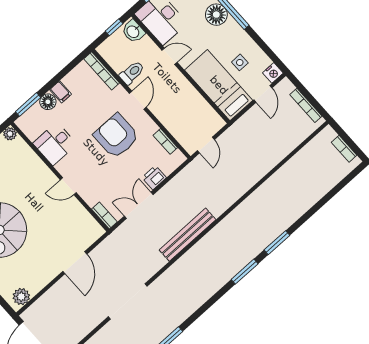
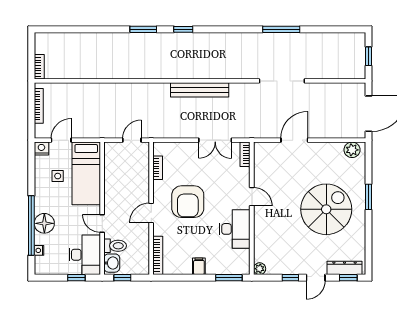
toilet: (132, 73) -> (115, 246), moved, turned 180
floor lamp: (48, 102) -> (214, 267), removed
desk: (55, 144) -> (235, 229), width x1.37
bookcase: (344, 149) -> (39, 67), moved
printer: (154, 178) -> (188, 150), removed
window: (245, 272) -> (183, 29), width x0.67

